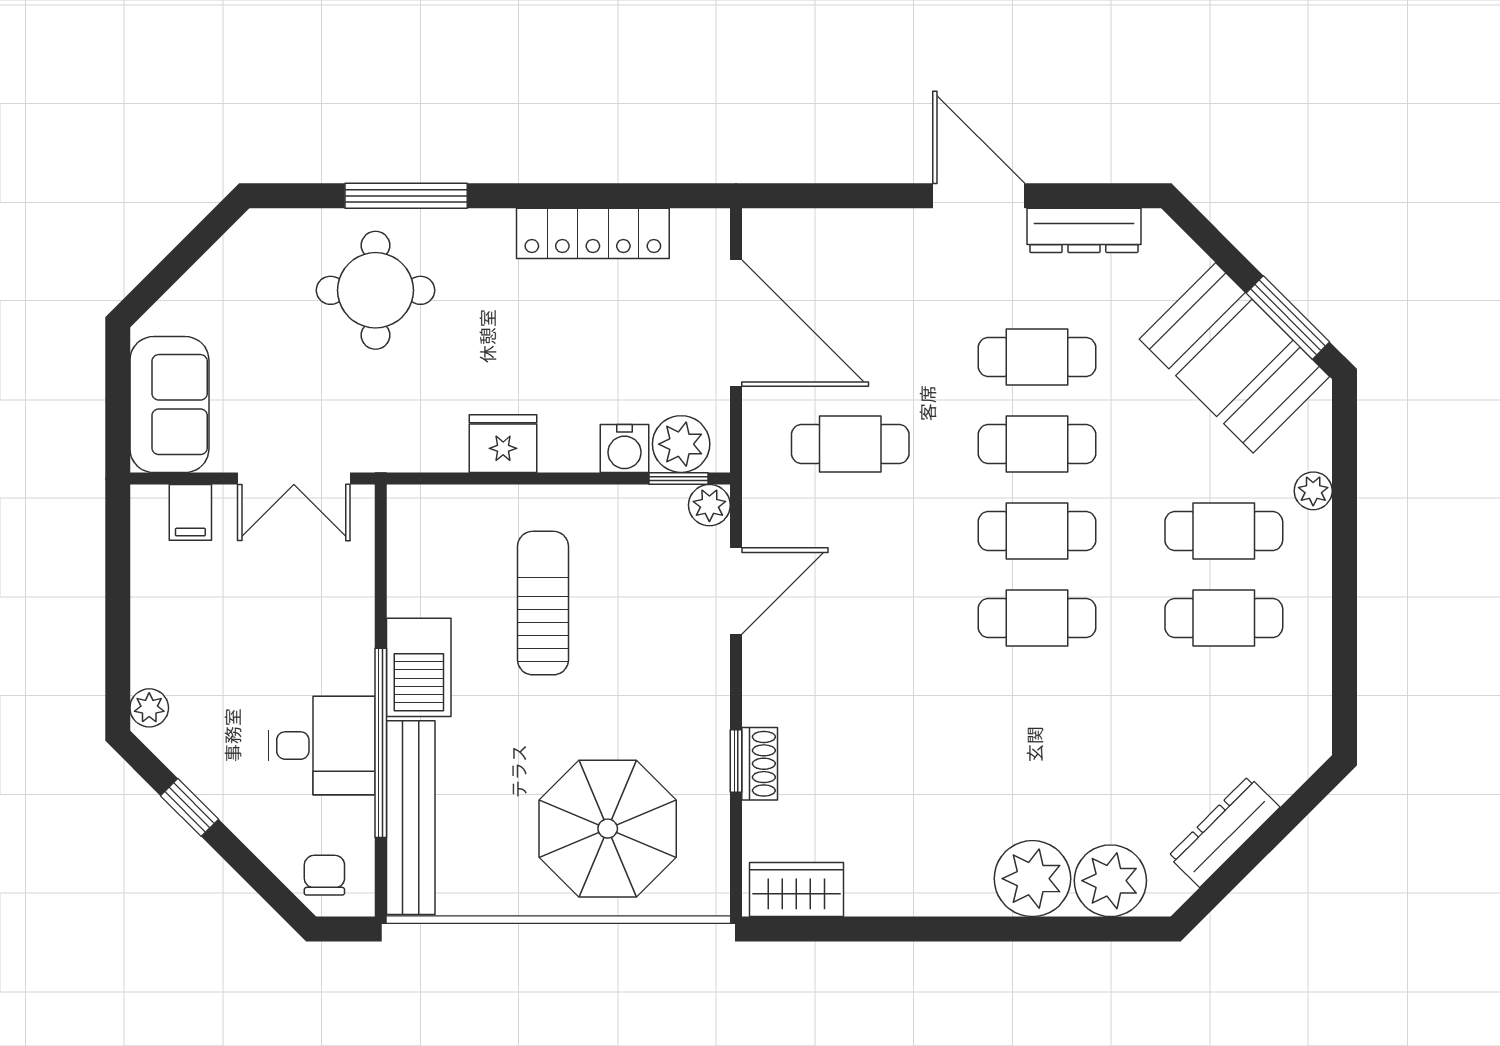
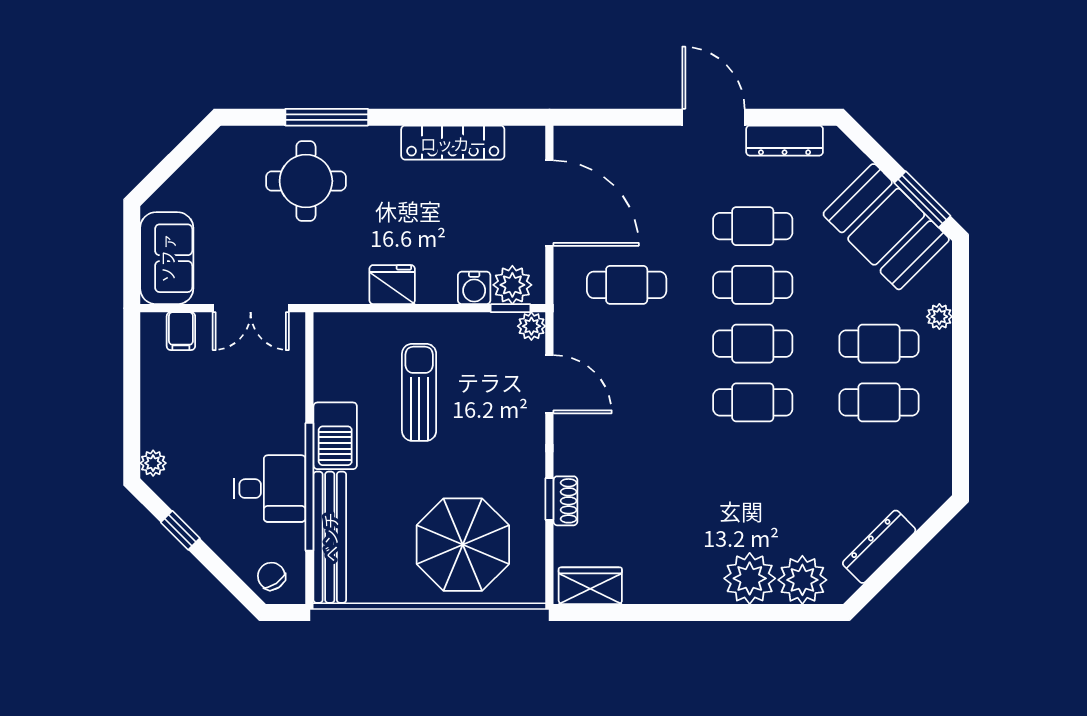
door: (736, 591) -> (549, 384), hinge flipped
chair: (324, 875) -> (271, 576), turned -34

